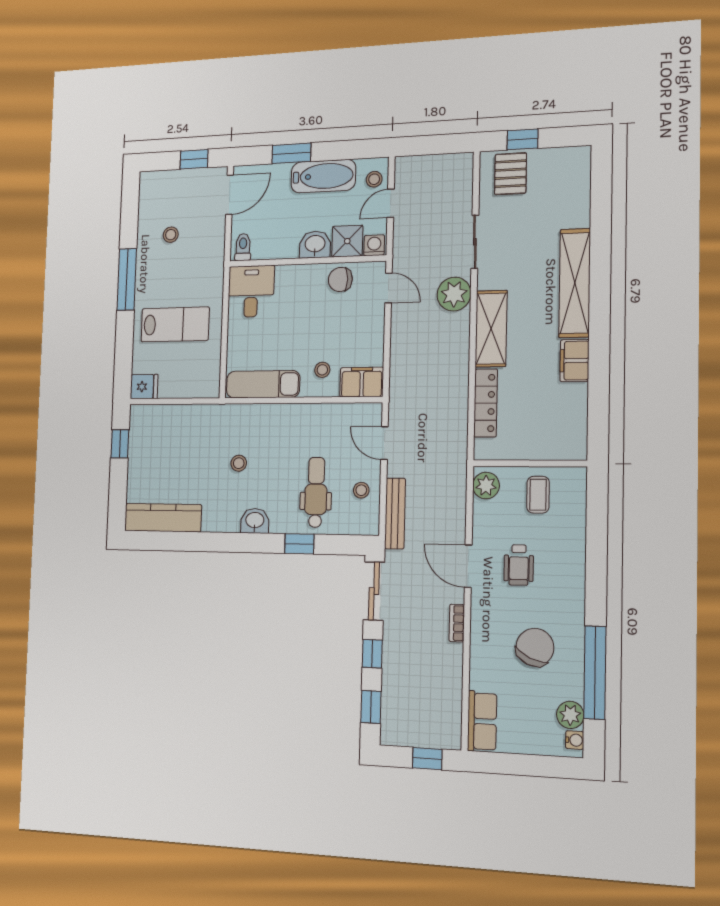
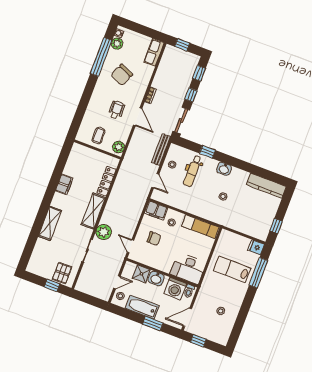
washing machine: (374, 245) -> (175, 289), moved, width x1.89, depth x1.89
window: (127, 279) -> (258, 273), moved
chair: (340, 279) -> (154, 239), moved
shelving: (575, 283) -> (50, 223), width x0.68
desk: (251, 291) -> (188, 268), width x1.37

